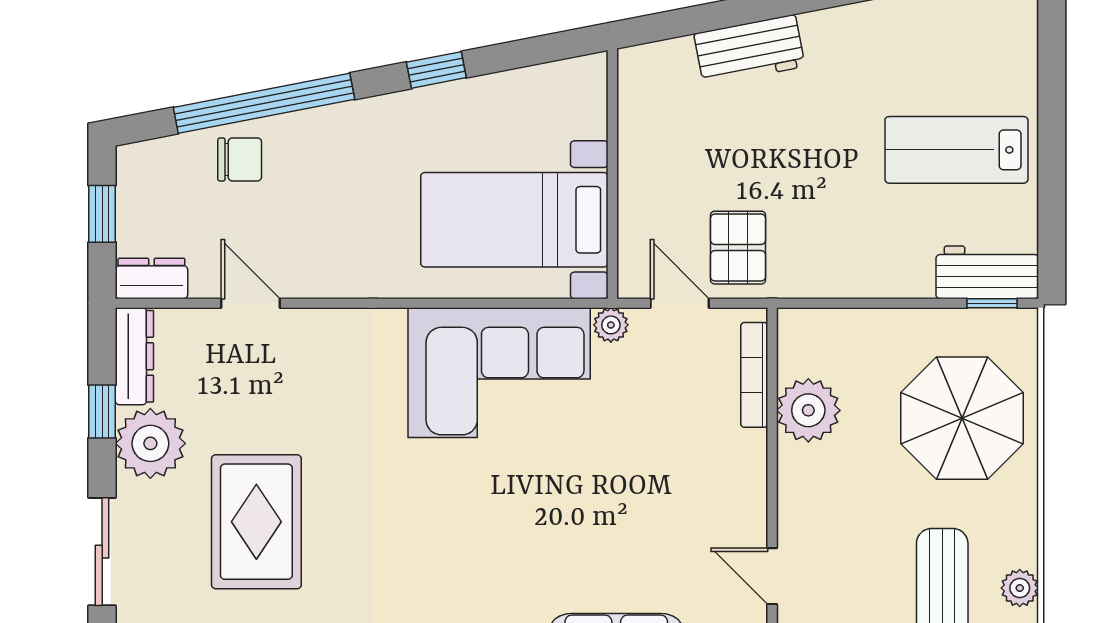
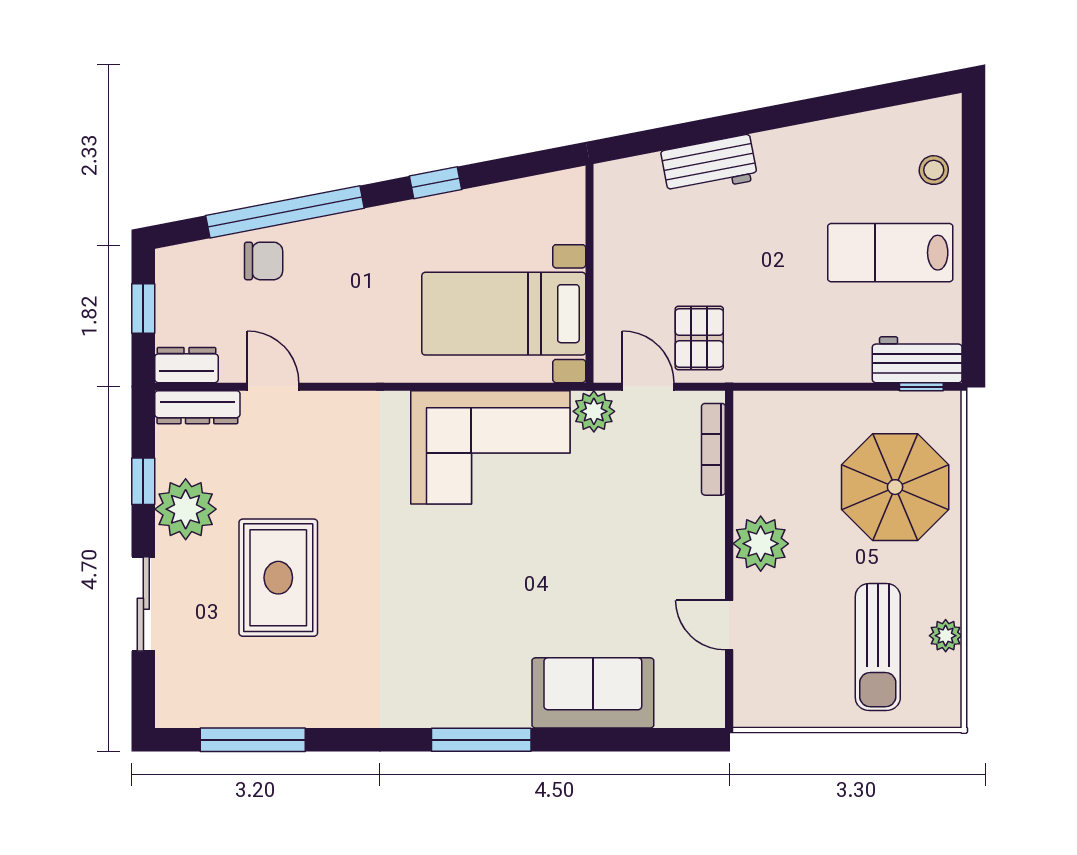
stool: (1006, 55) -> (934, 170), added
plant: (611, 325) -> (594, 411), width x1.38, depth x1.38
dresser: (134, 356) -> (197, 407), moved, turned 90
plant: (808, 410) -> (761, 544), moved

